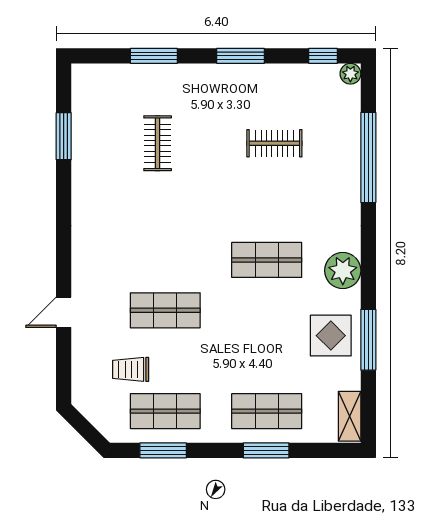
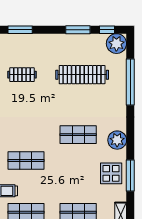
window: (241, 56) -> (78, 30), moved
plant: (350, 74) -> (116, 44), width x1.87, depth x1.87
clothes rail: (158, 143) -> (22, 75), turned 90
clothes rail: (274, 143) -> (82, 75), width x1.86, depth x1.31

